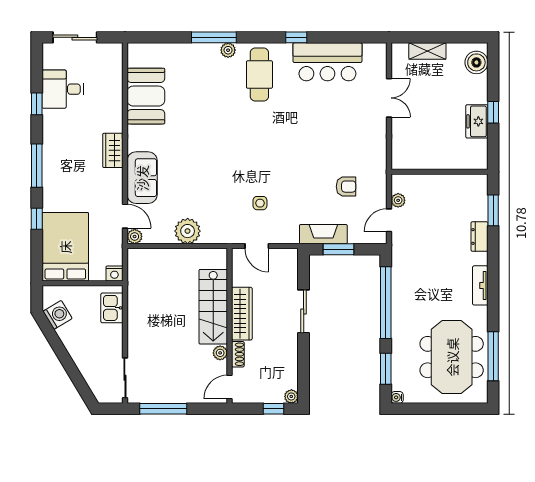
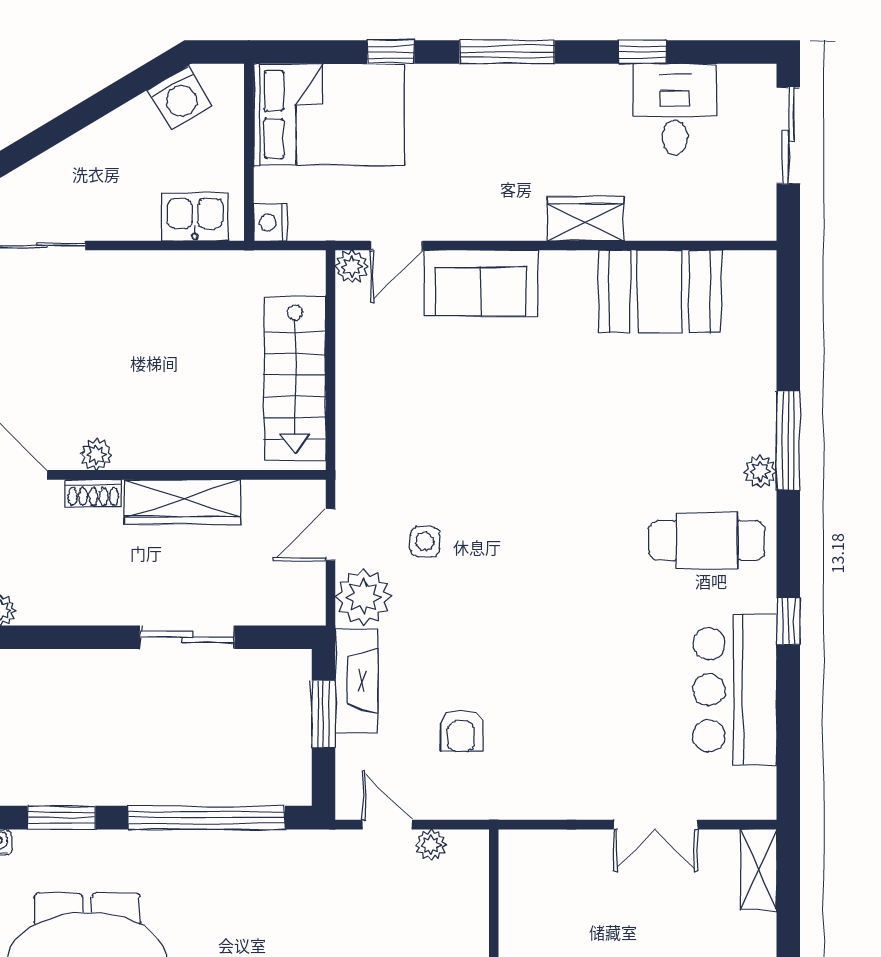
shelving: (427, 51) -> (758, 870), moved
wardrobe: (113, 150) -> (586, 219), moved
plant: (188, 231) -> (364, 597), moved
stairs: (213, 307) -> (295, 378), moved, turned -90

